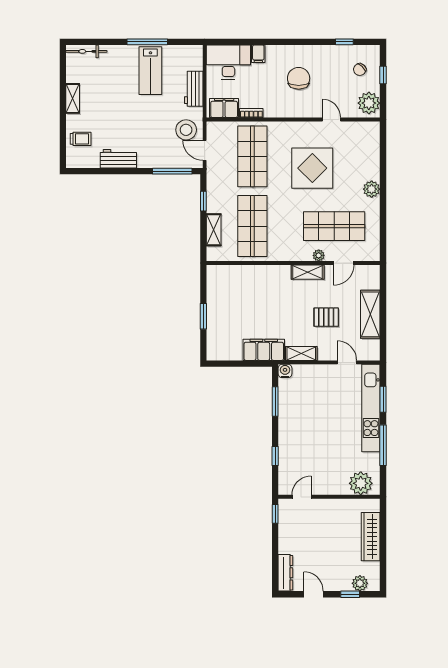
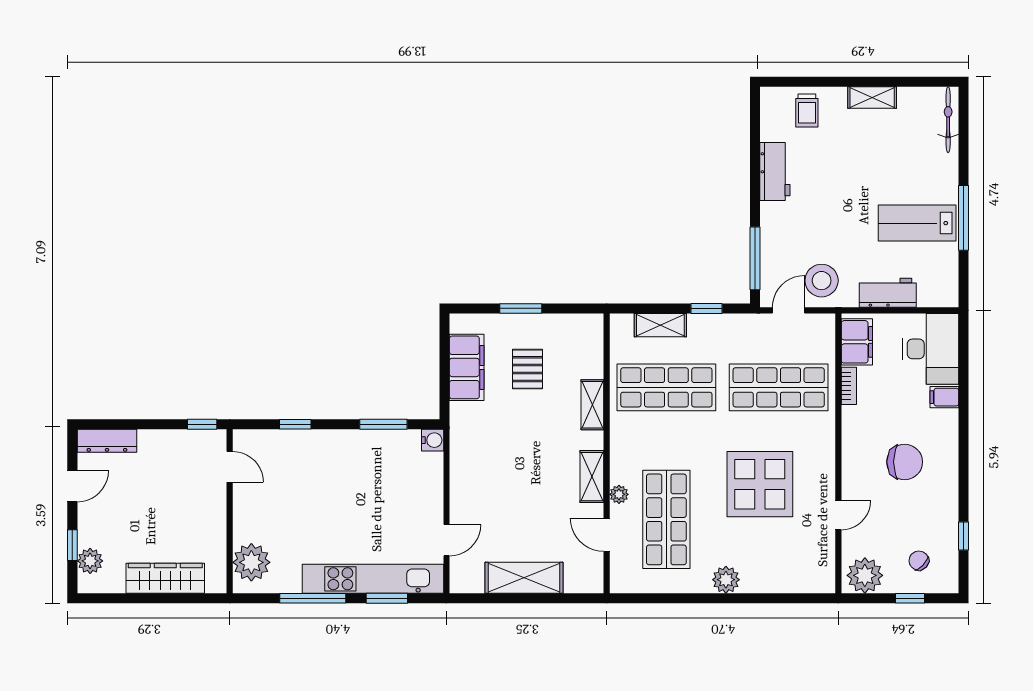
pallet: (326, 317) -> (527, 369), moved
filing cabinet: (264, 350) -> (467, 367), moved
shelving: (301, 353) -> (592, 405), moved

